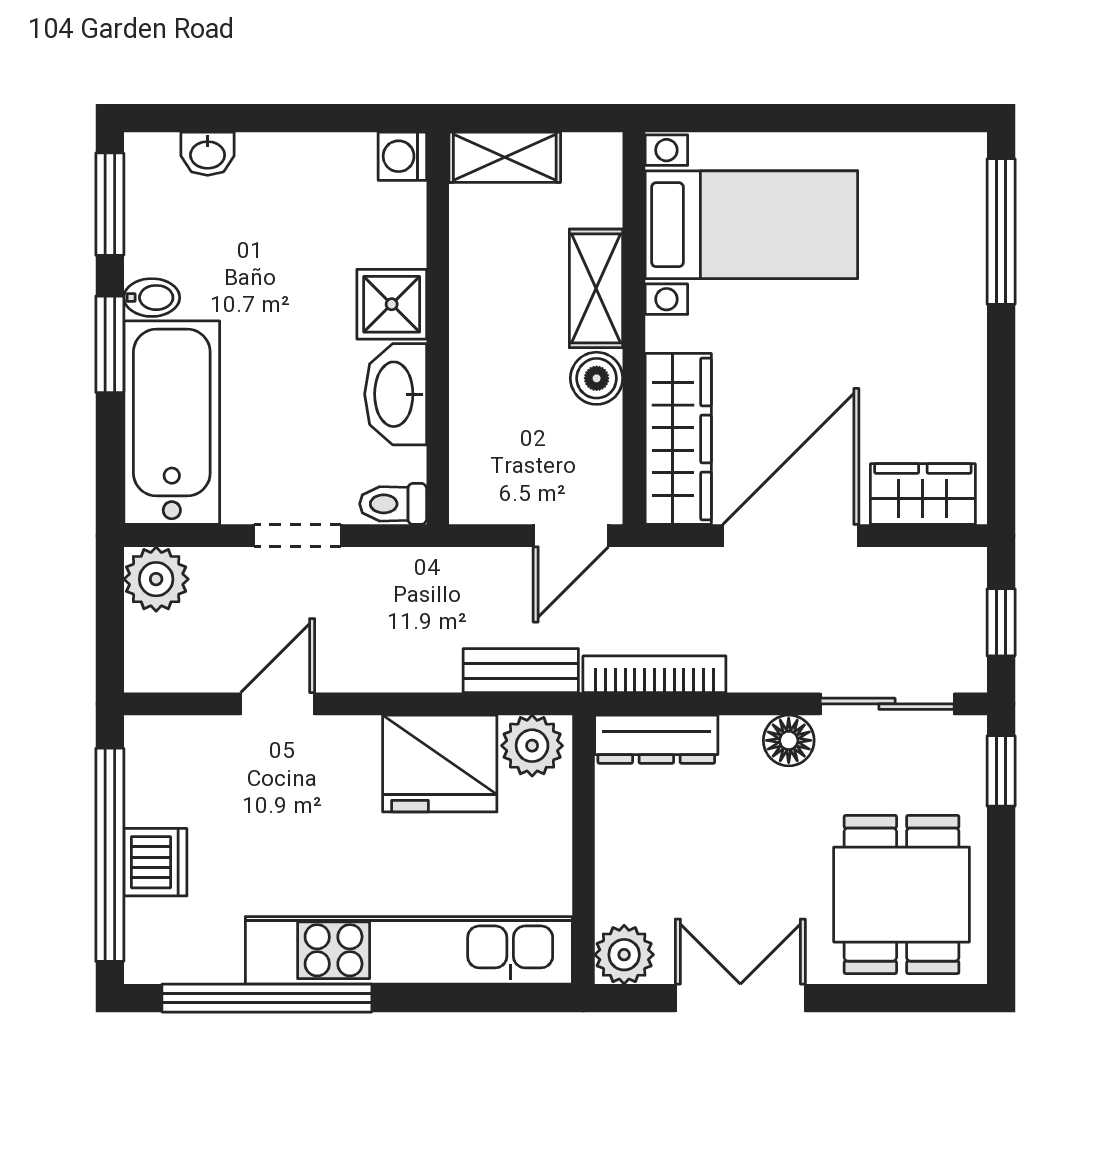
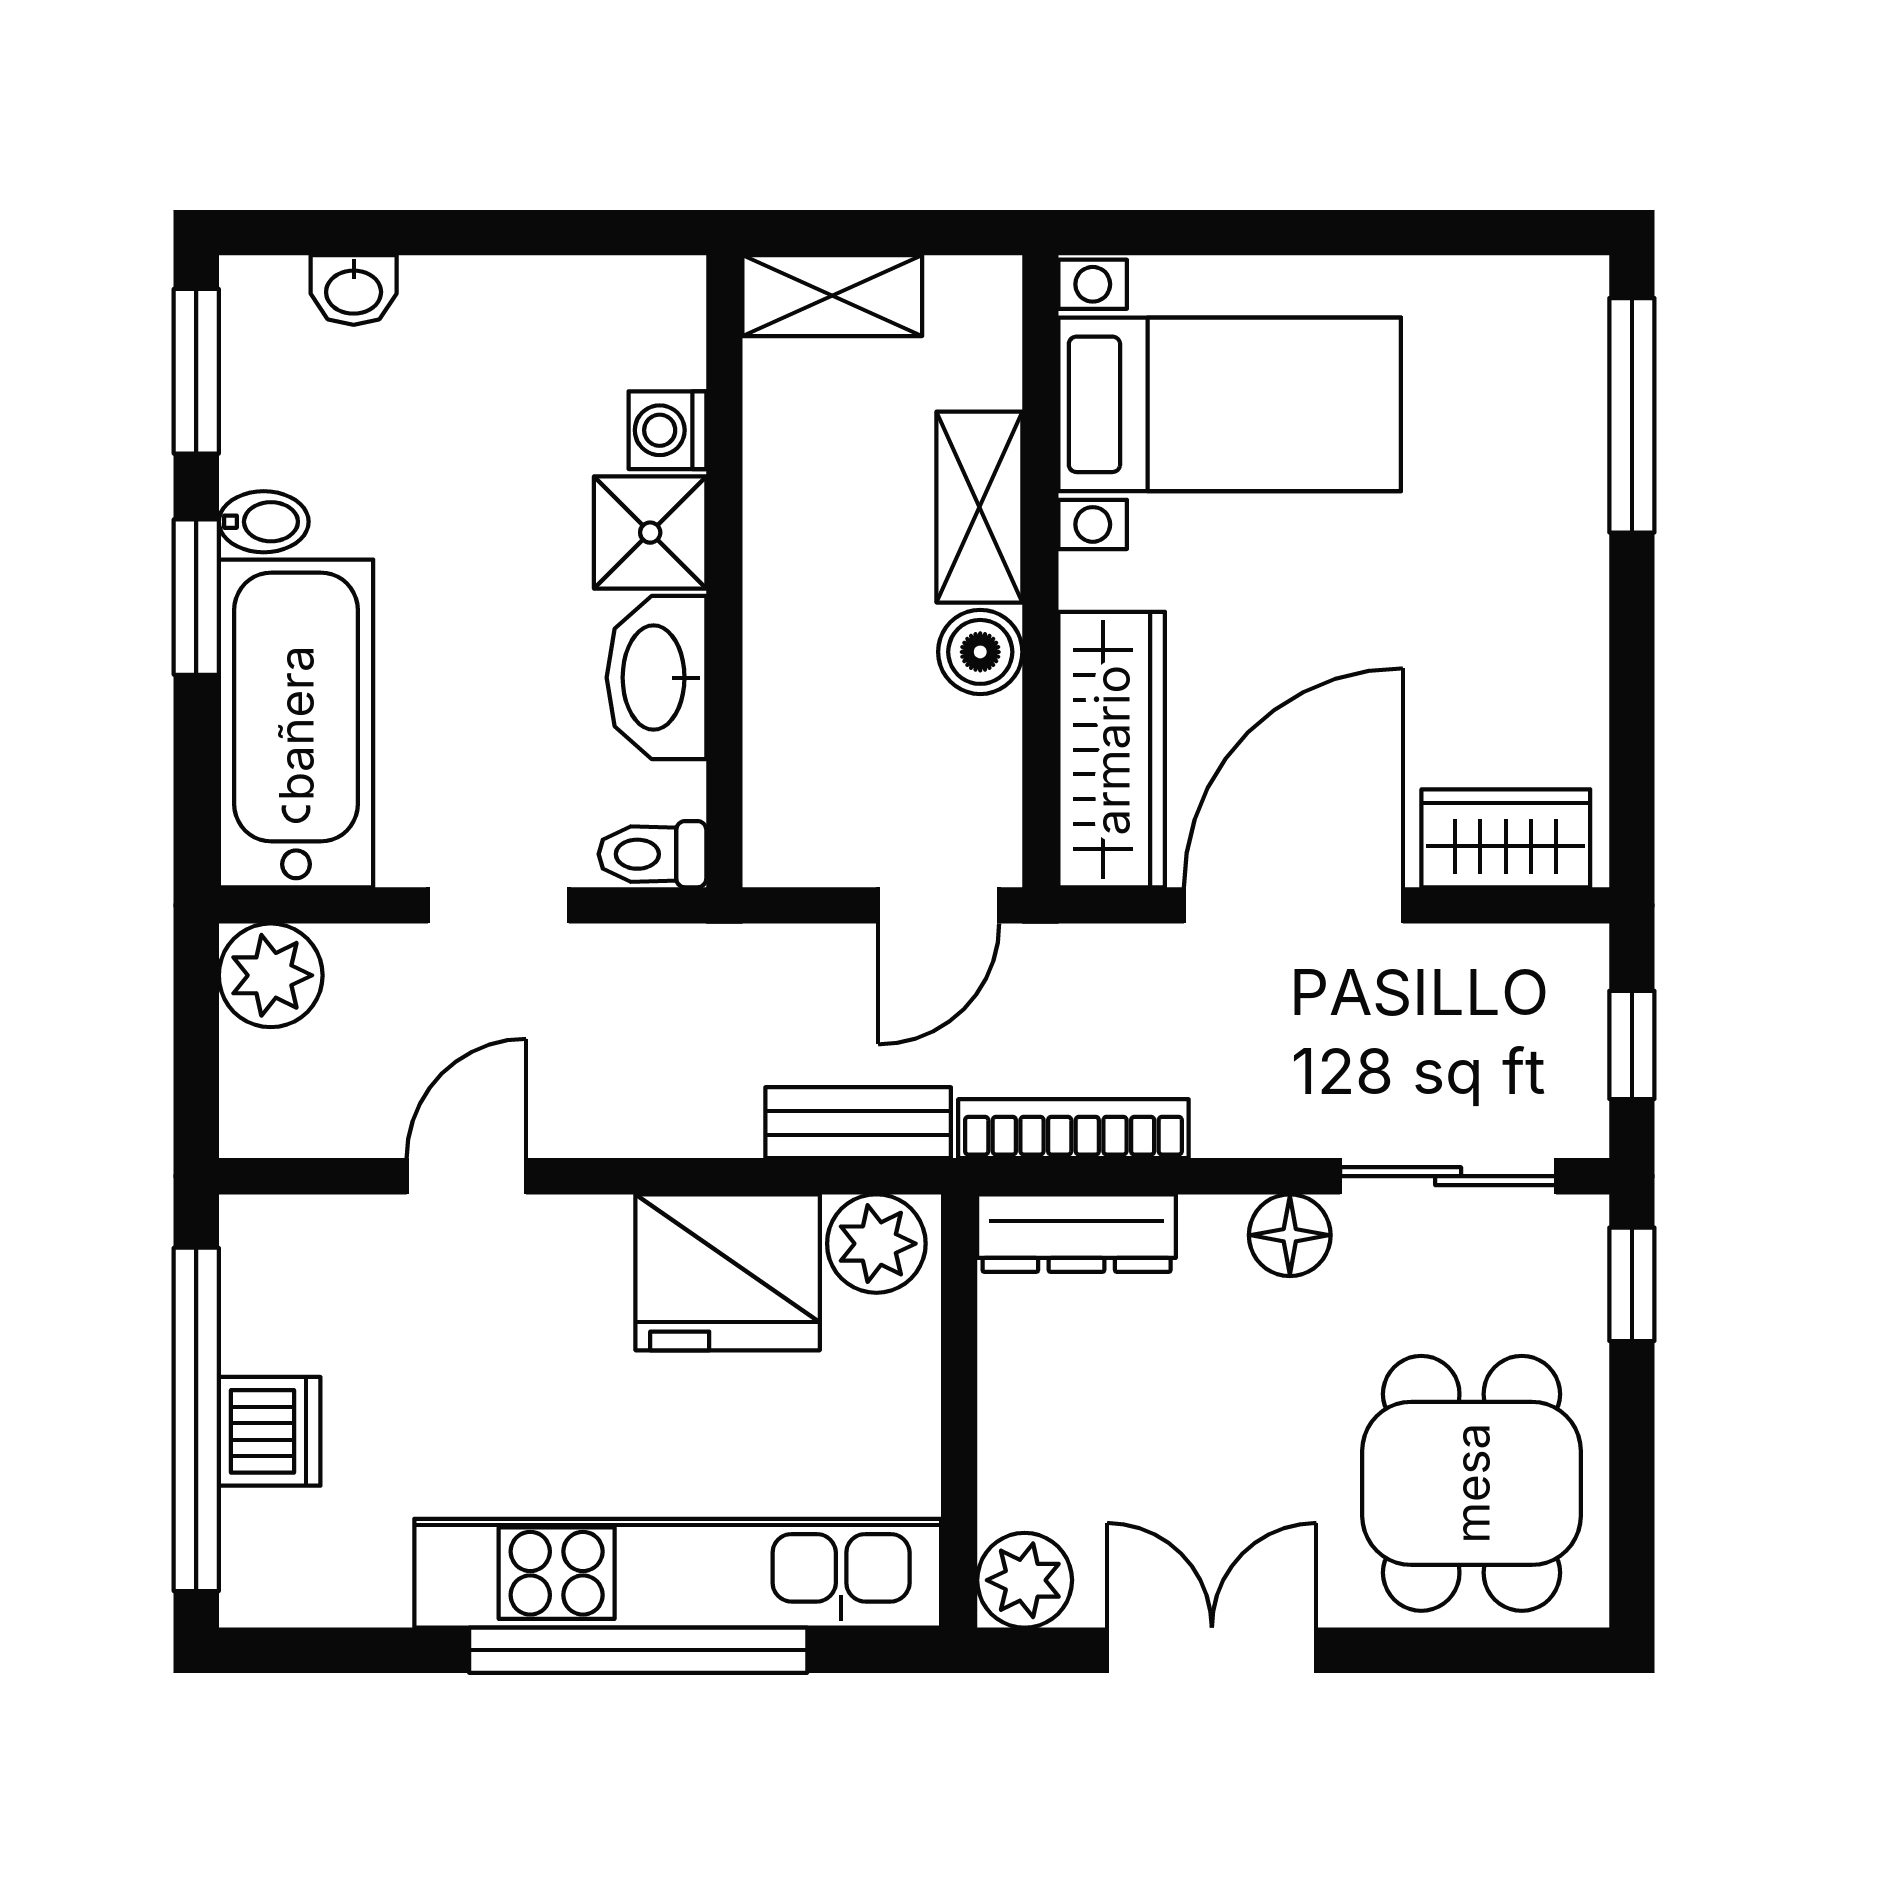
washing machine: (402, 156) -> (667, 430), moved
window: (267, 998) -> (638, 1650), moved

